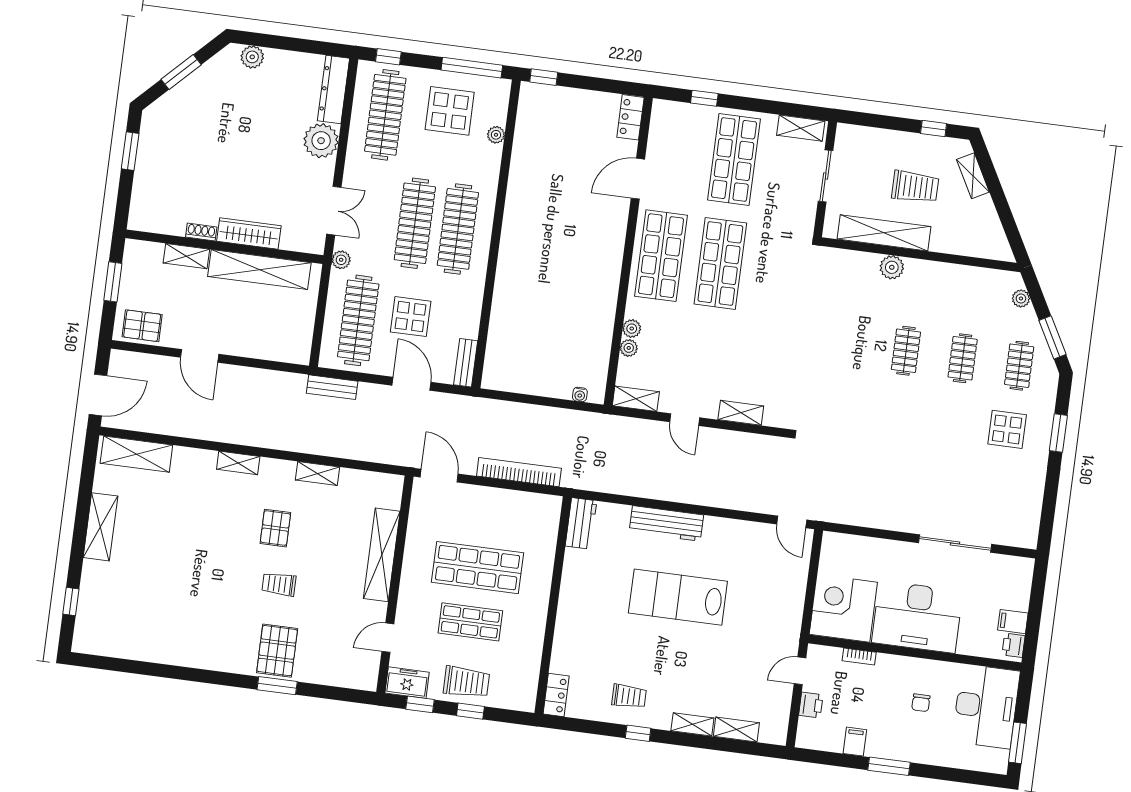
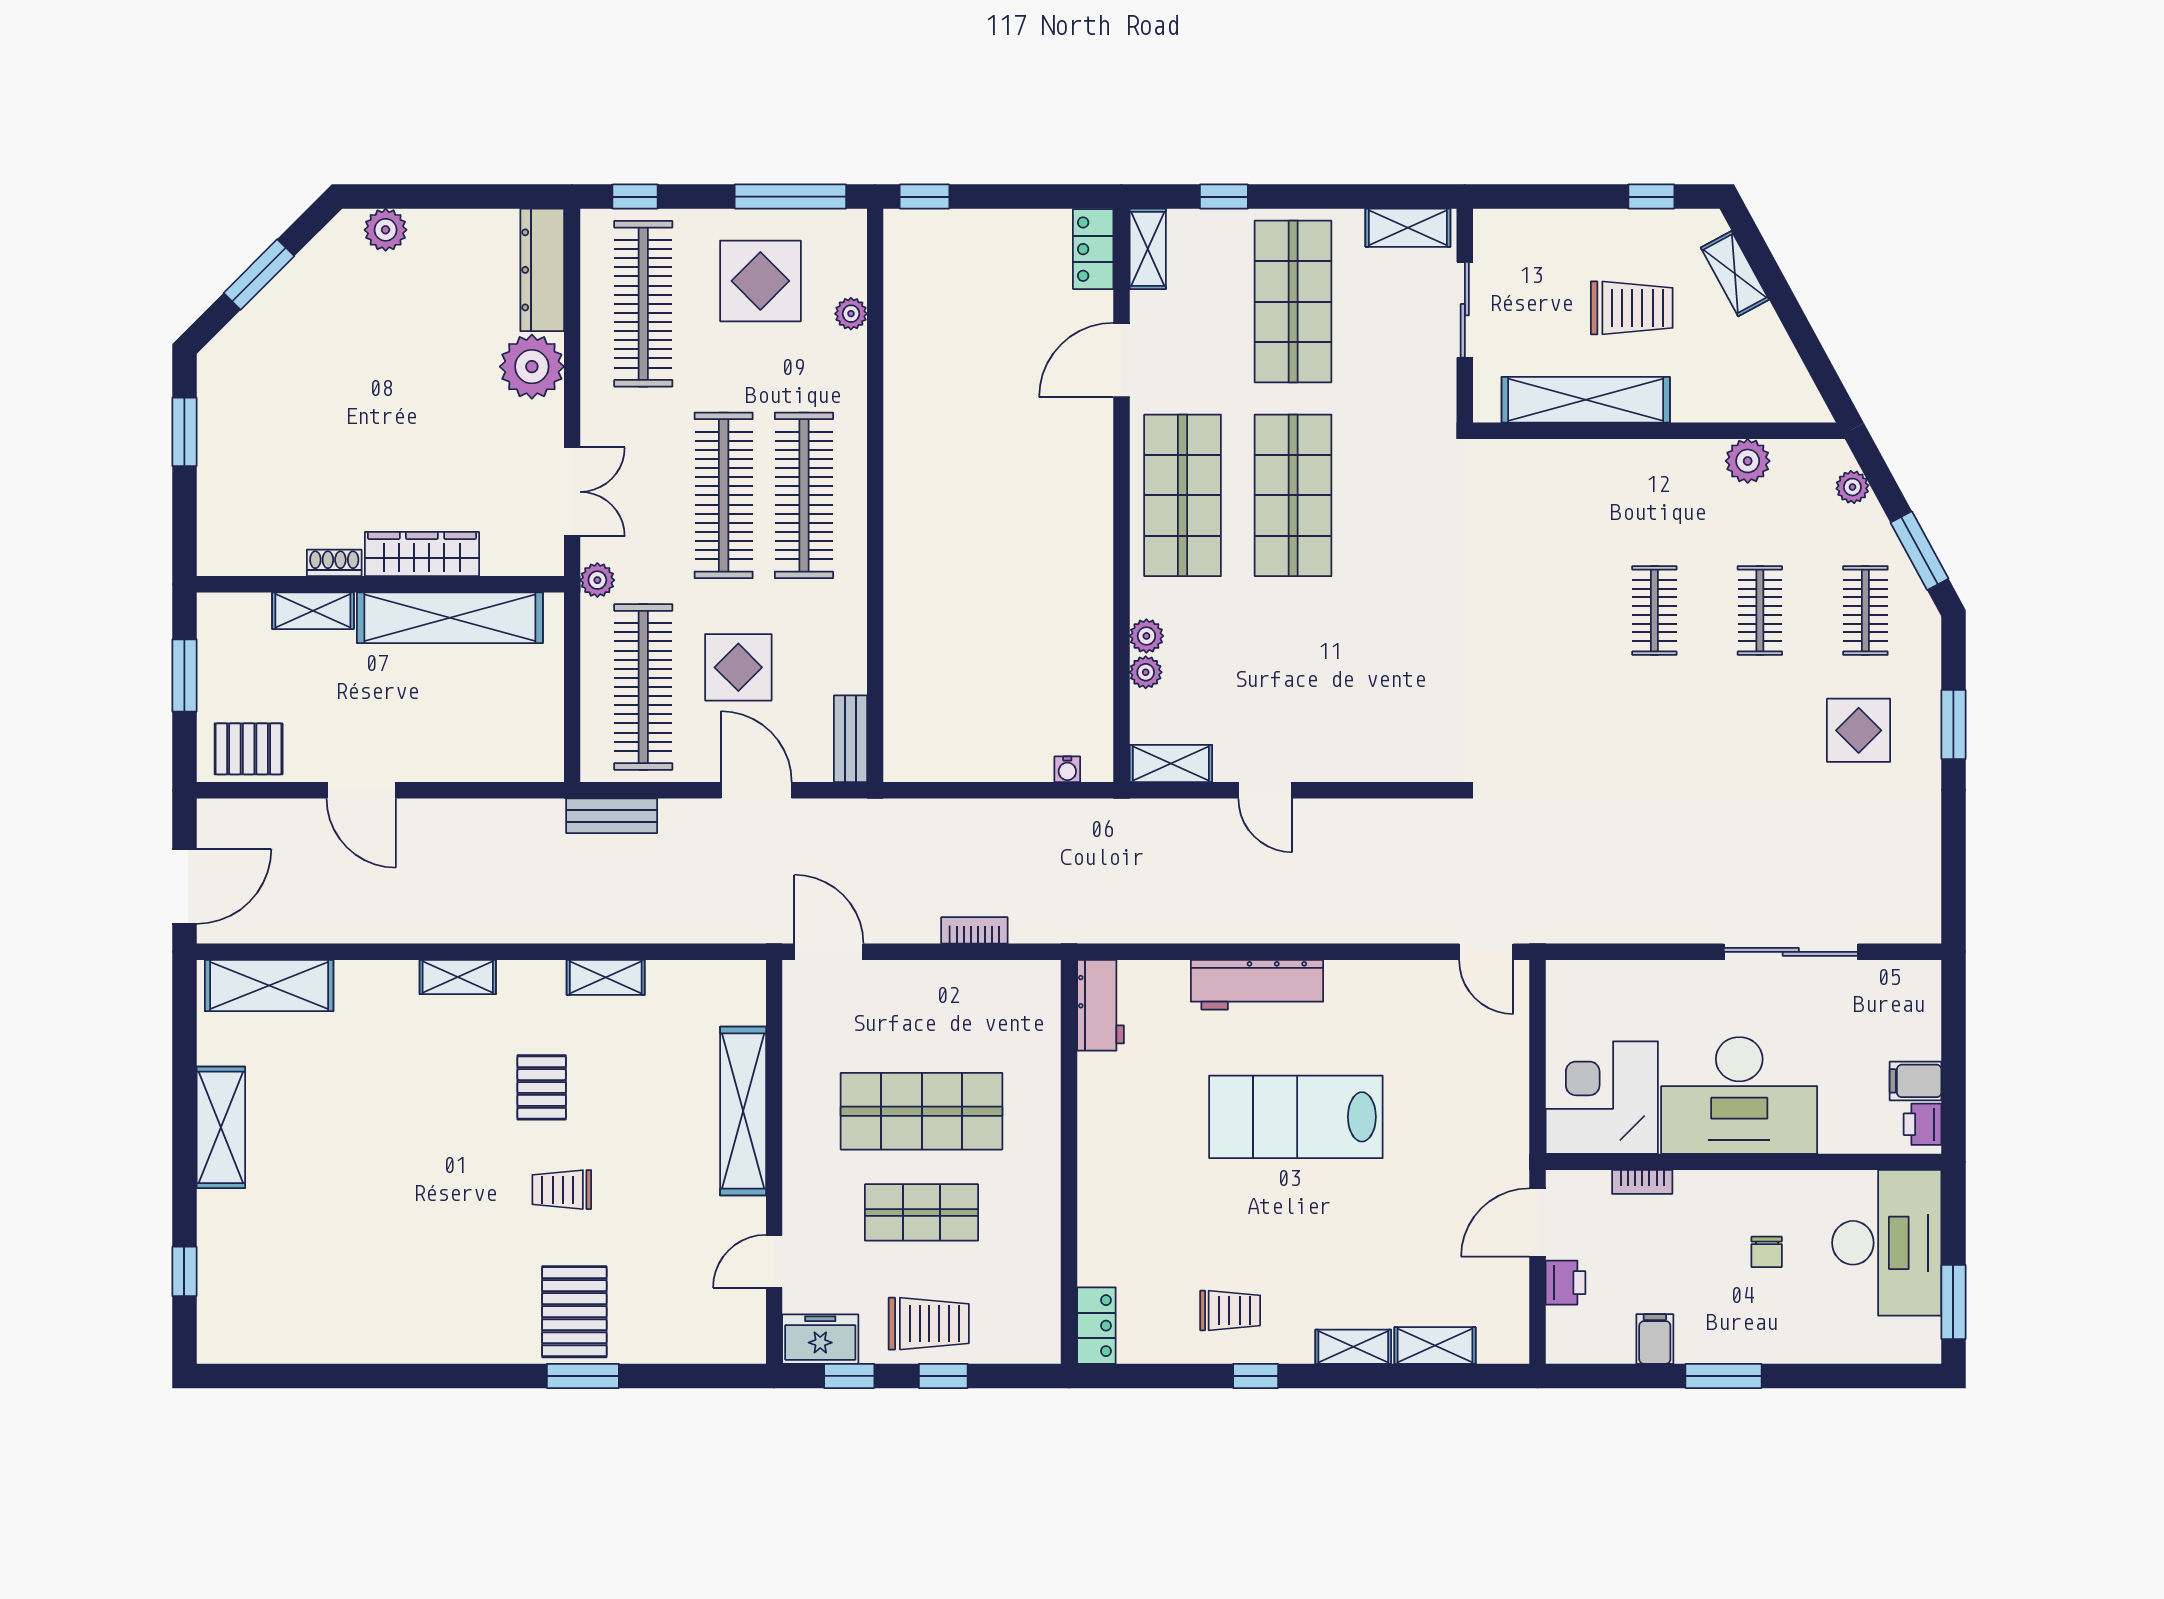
plant: (892, 267) -> (1748, 461), moved
shelving: (741, 413) -> (1148, 249), moved, turned 90
bookcase: (519, 472) -> (974, 930), width x0.43, depth x0.76
door: (800, 671) -> (1537, 1223), width x1.38

